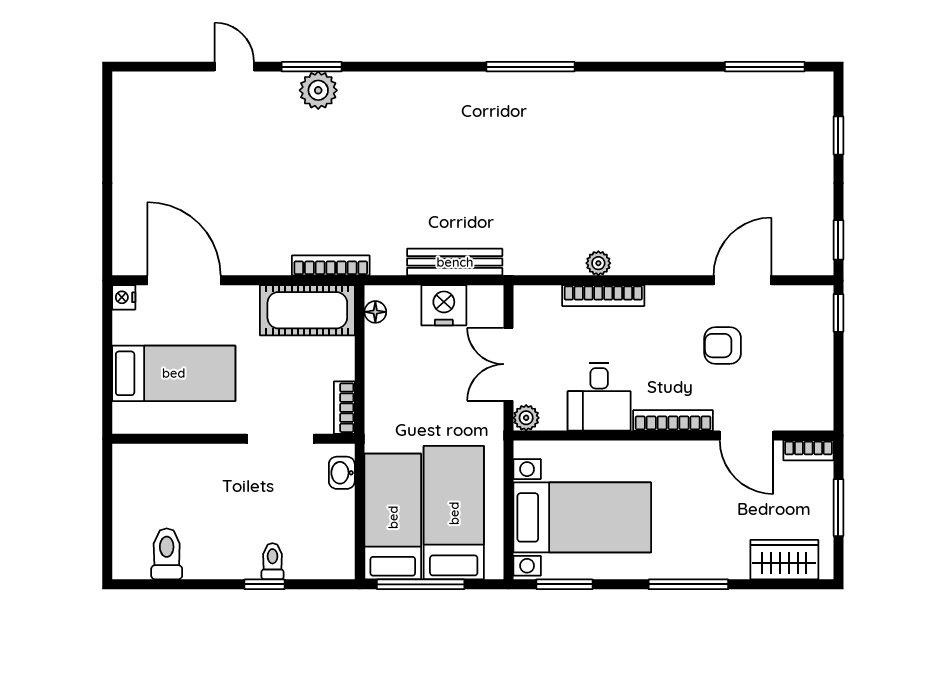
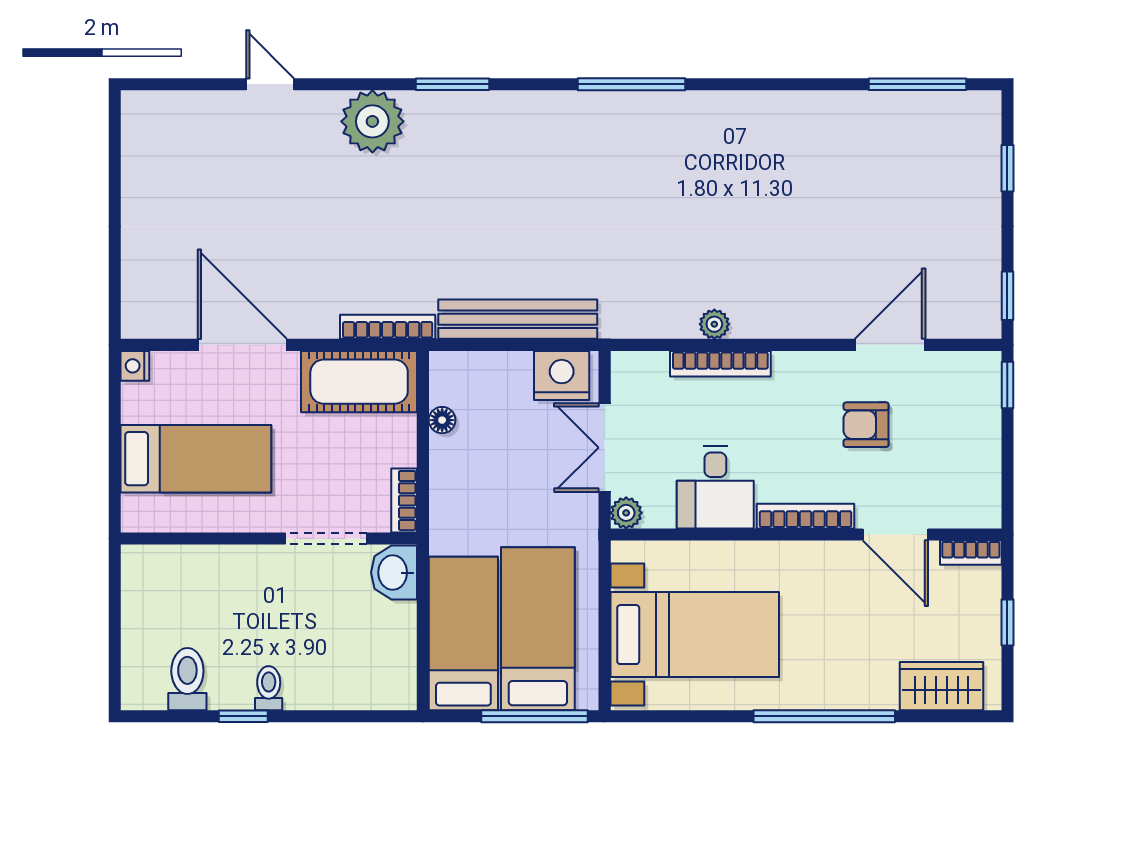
window: (312, 67) -> (453, 84), moved
plant: (318, 90) -> (372, 121), width x1.36, depth x1.36
bench: (455, 262) -> (518, 319), width x1.37, depth x1.21
door: (184, 280) -> (242, 345), moved
nightstand: (444, 305) -> (562, 375), moved
floor lamp: (375, 312) -> (442, 420), moved
washbasin: (342, 473) -> (394, 573), width x1.38, depth x1.45
window: (838, 508) -> (1007, 623), width x0.67
toilet: (272, 561) -> (269, 688), moved
window: (264, 584) -> (243, 716), moved
window: (421, 584) -> (534, 716), moved
window: (564, 584) -> (673, 716), removed
window: (688, 584) -> (824, 716), width x1.46

